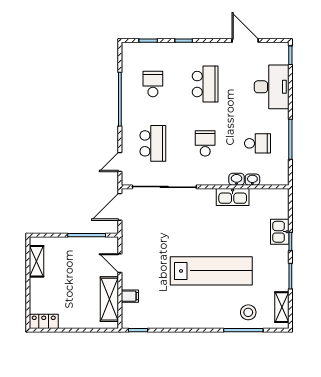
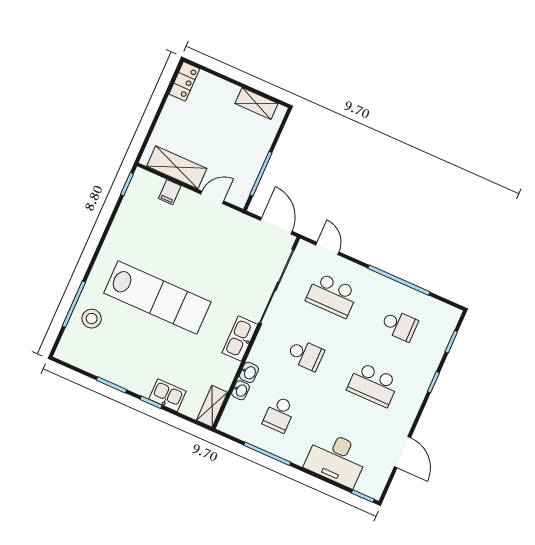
door: (245, 41) -> (402, 452), hinge flipped
kitchen sink: (233, 197) -> (240, 339), moved
lab bench: (211, 271) -> (157, 297), turned -90
shelving: (282, 307) -> (212, 406), moved, turned 90

